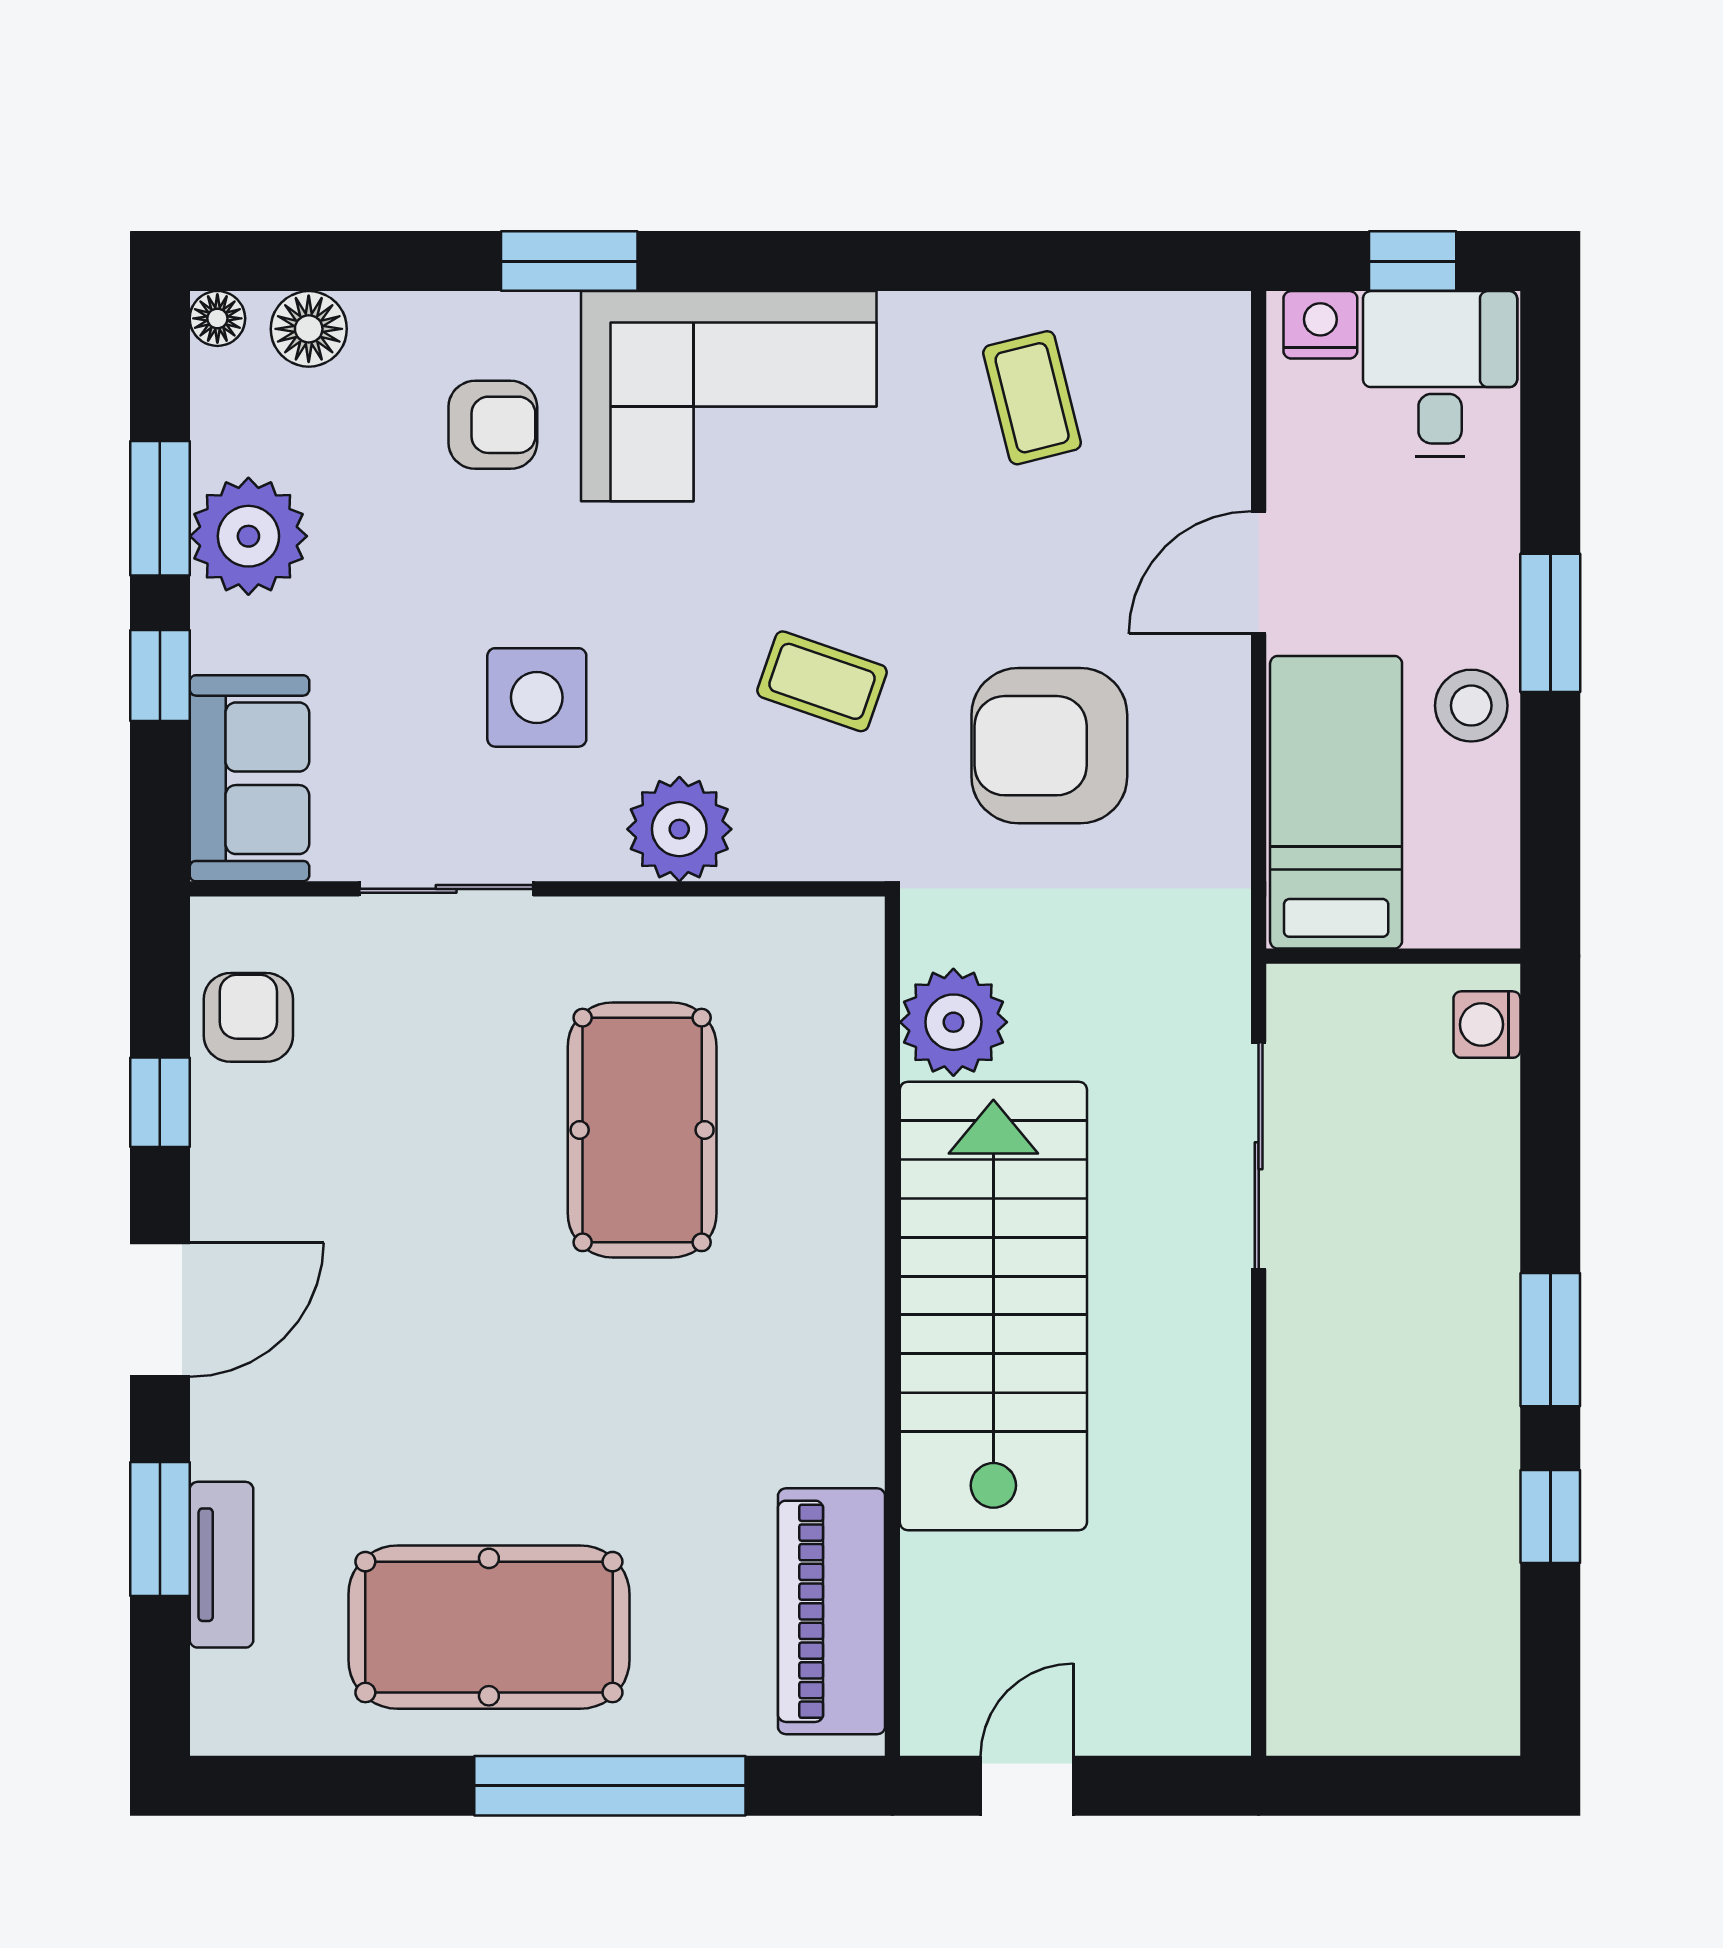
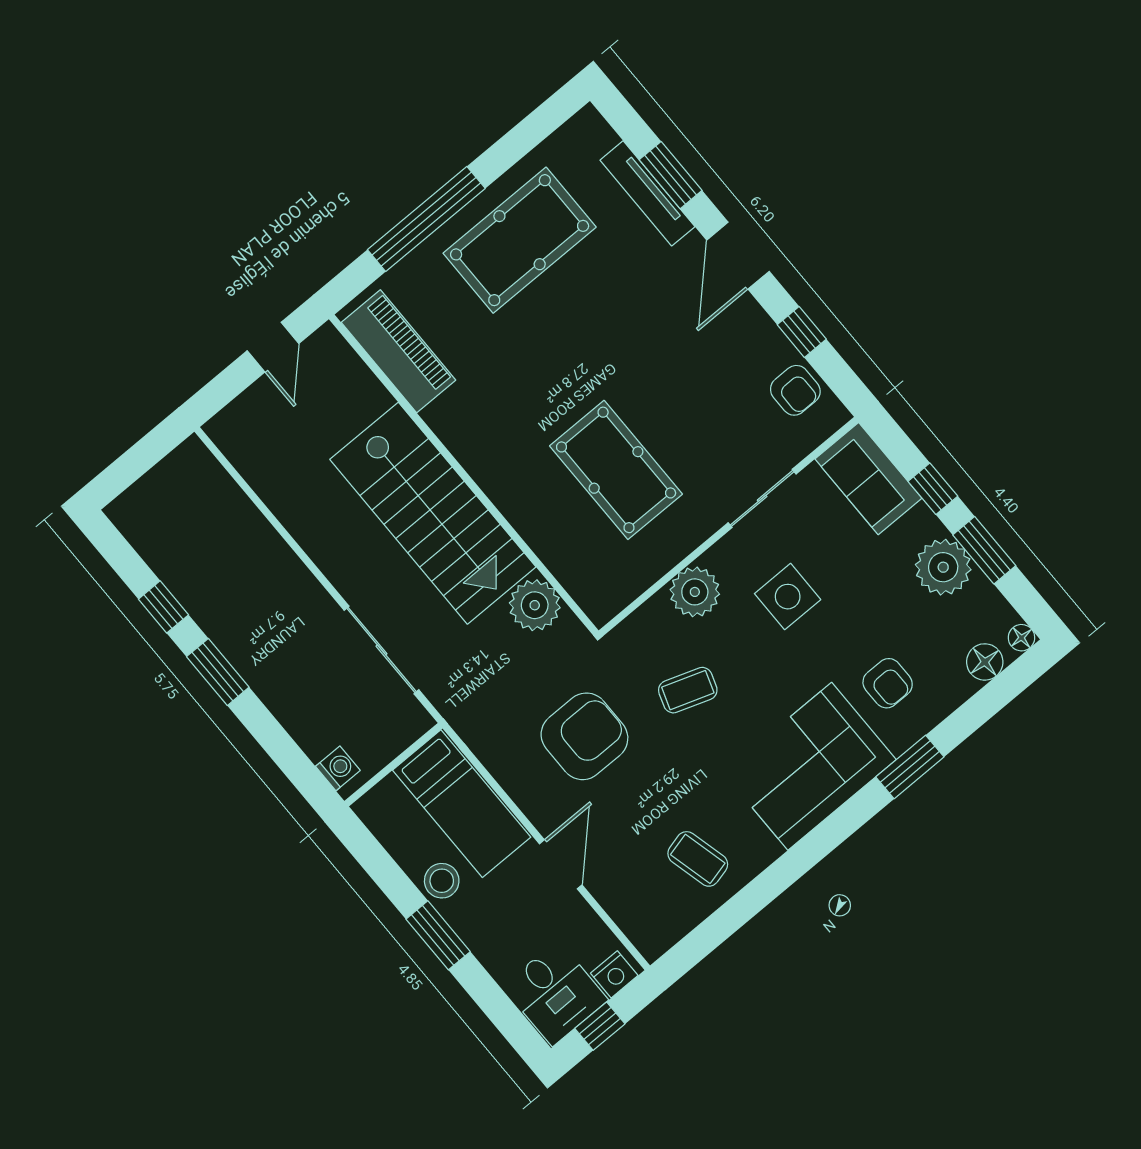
armchair: (493, 425) -> (888, 683), turned -90
tv unit: (222, 1565) -> (647, 193), width x1.41

